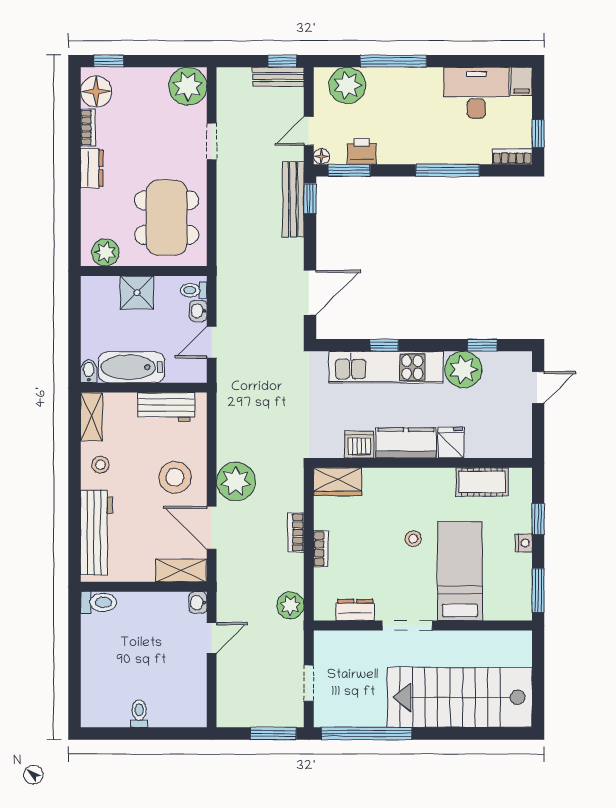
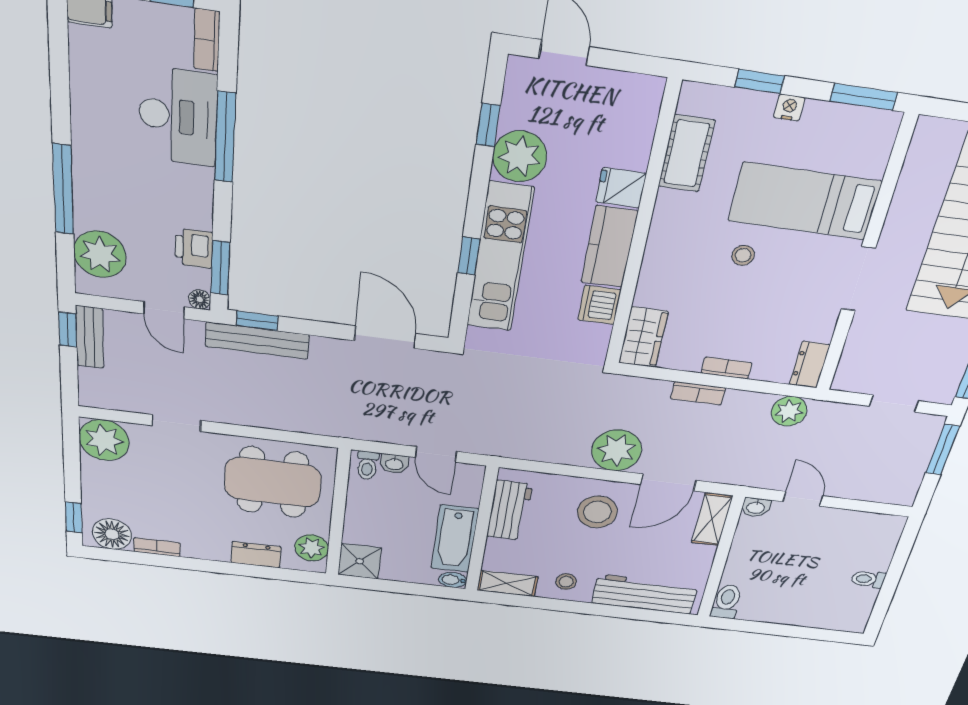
desk: (476, 93) -> (178, 116), moved, turned 180
dresser: (92, 168) -> (256, 555), moved
shower: (137, 293) -> (360, 561), moved
dresser: (355, 610) -> (810, 365), moved

